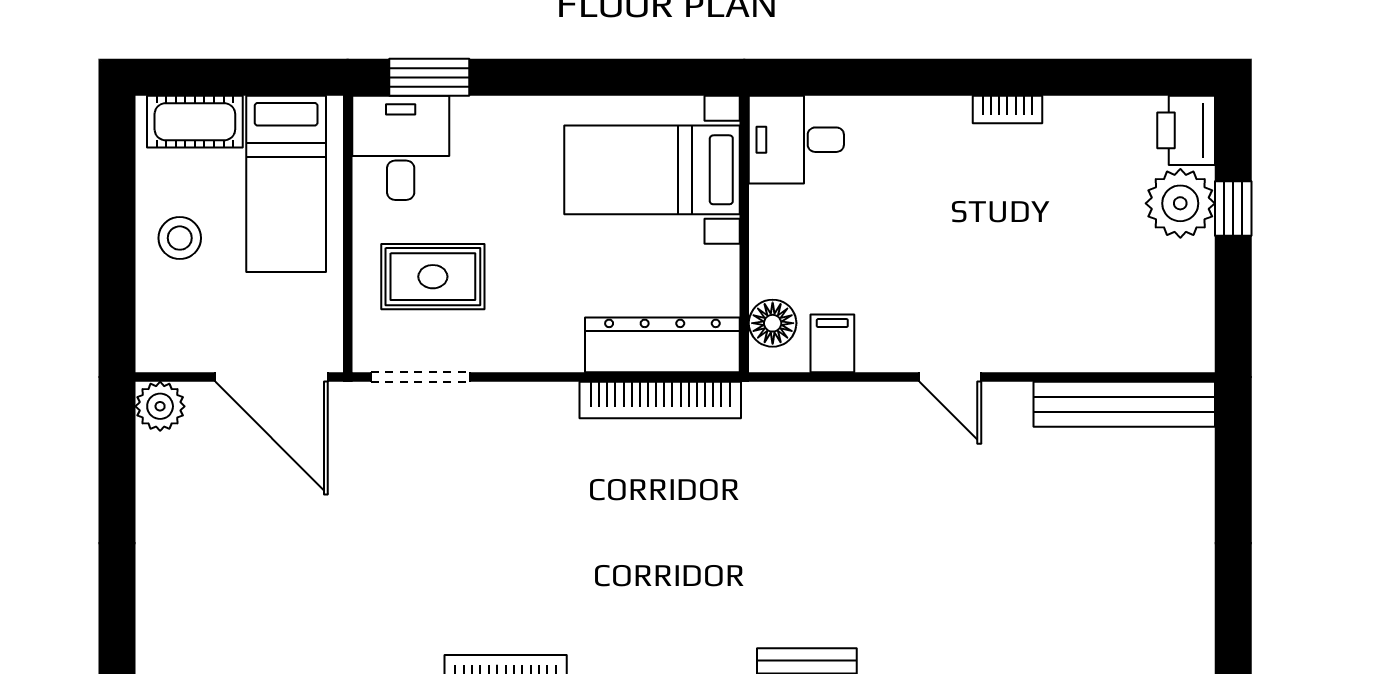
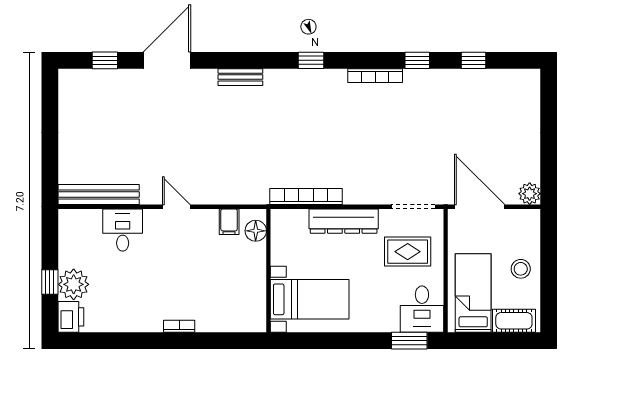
bookcase: (1007, 110) -> (179, 326), moved
desk: (796, 140) -> (123, 230), moved, turned -90
dresser: (662, 345) -> (344, 221), moved

